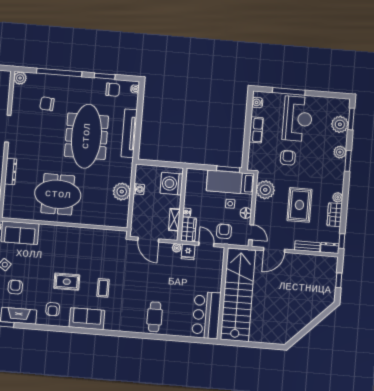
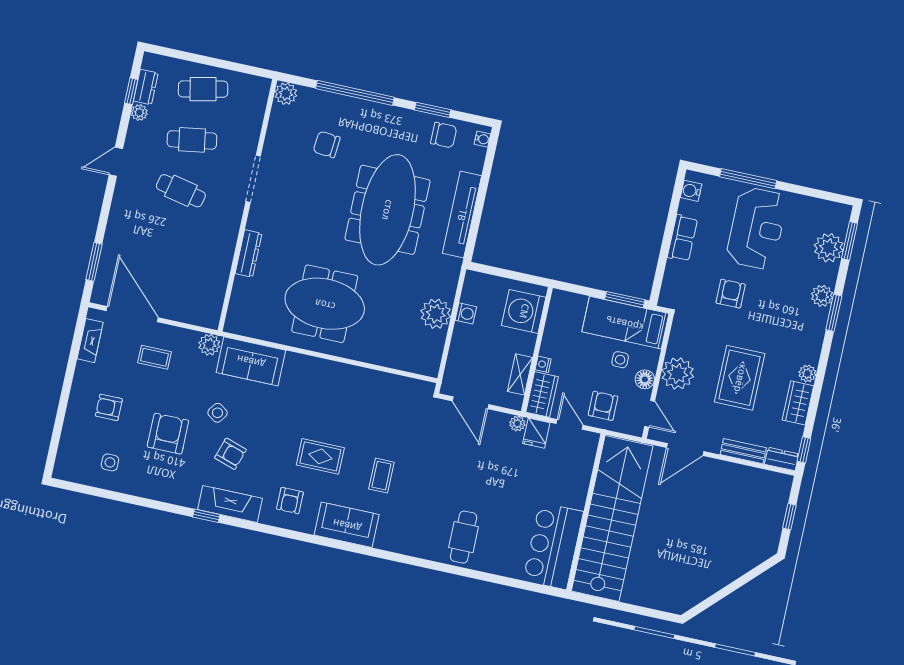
plant: (265, 190) -> (678, 373), moved
armchair: (15, 287) -> (230, 454), turned 108

